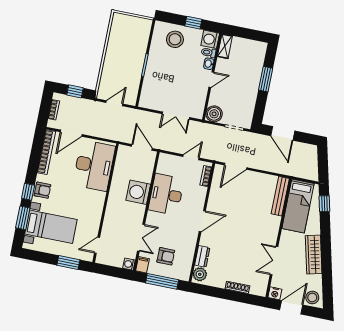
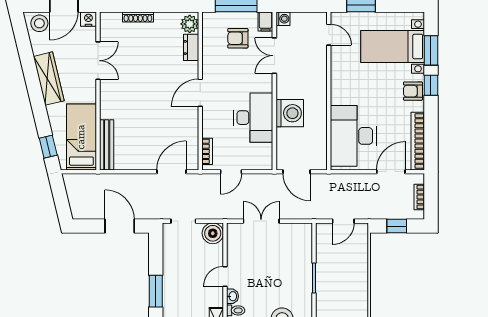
door: (97, 245) -> (329, 35), hinge flipped

